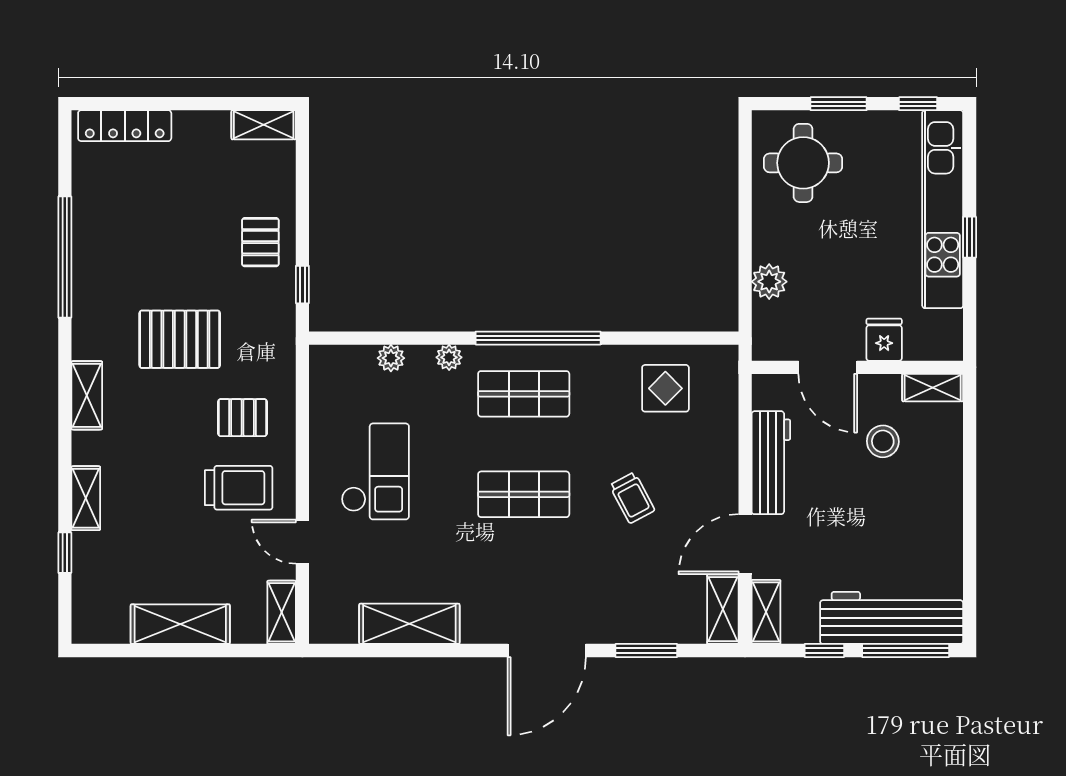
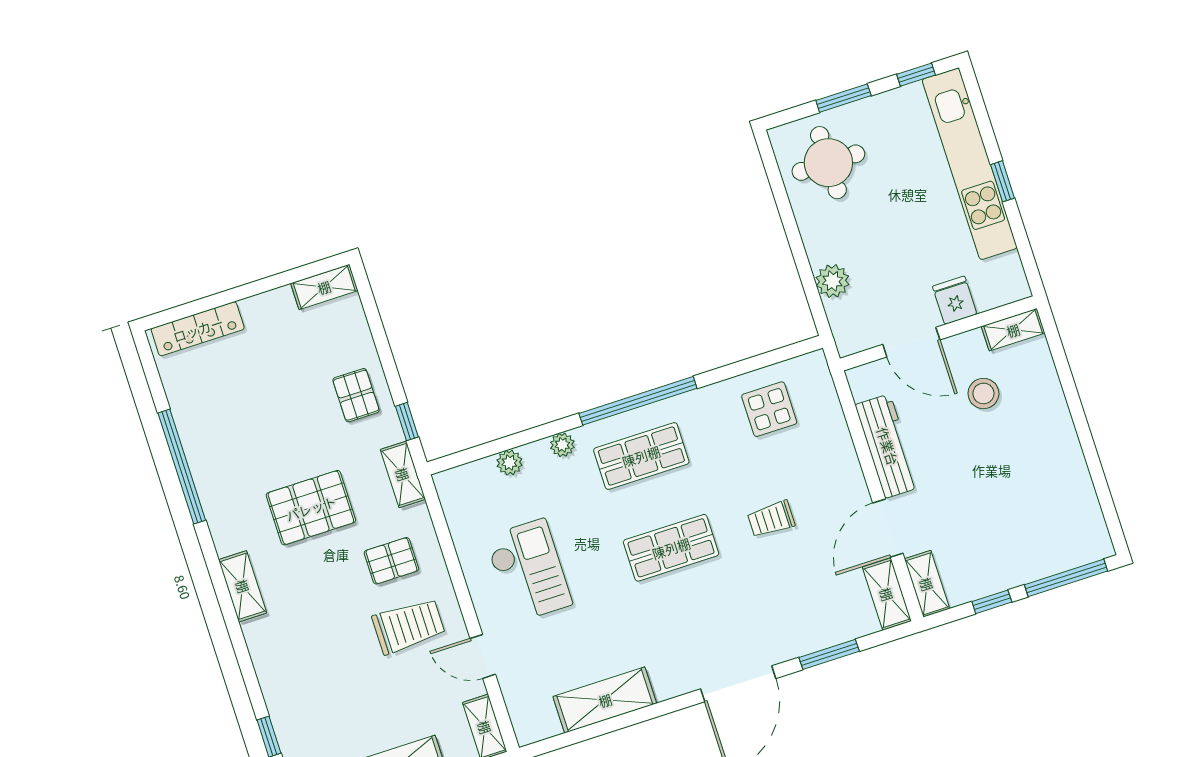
shelving: (86, 498) -> (403, 474), moved
trolley: (632, 498) -> (771, 519), turned 118
workbench: (892, 618) -> (1044, 552), removed

